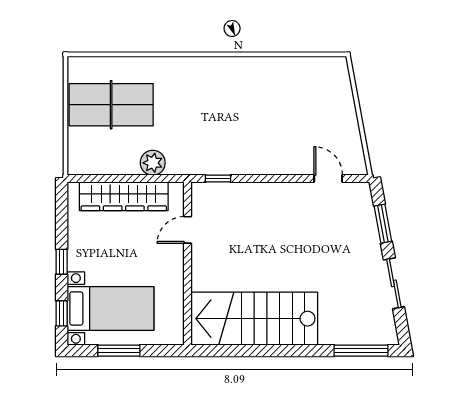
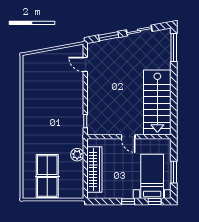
door: (328, 178) -> (85, 64), hinge flipped
door: (187, 230) -> (128, 137), moved

